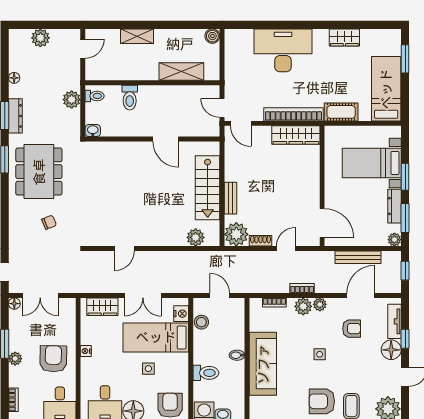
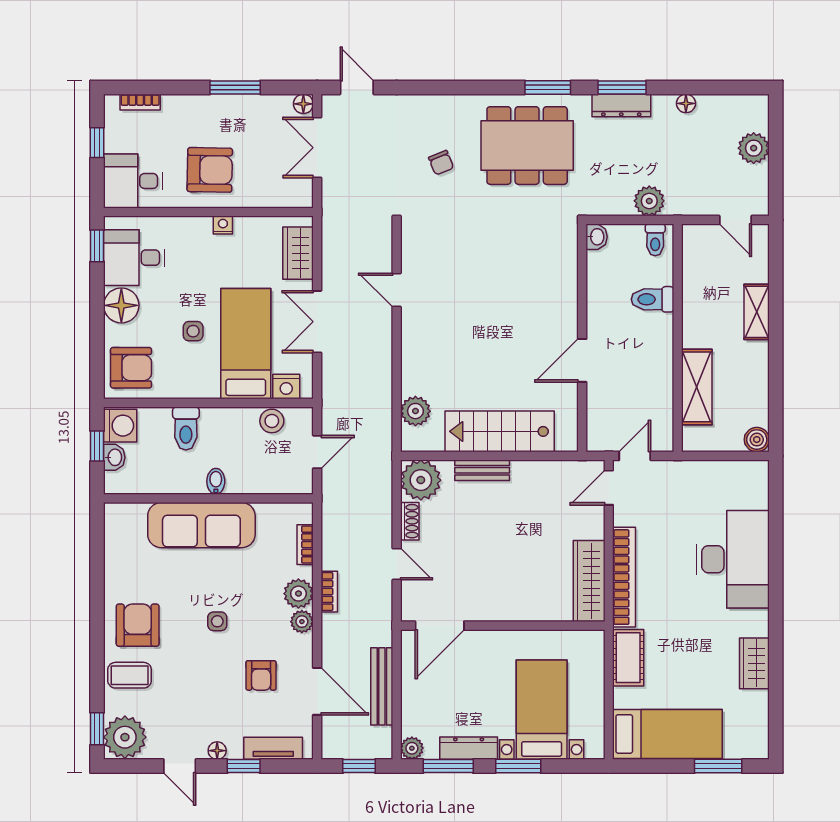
floor lamp: (391, 350) -> (217, 751), width x0.53, depth x0.53
plant: (15, 359) -> (210, 105), removed

